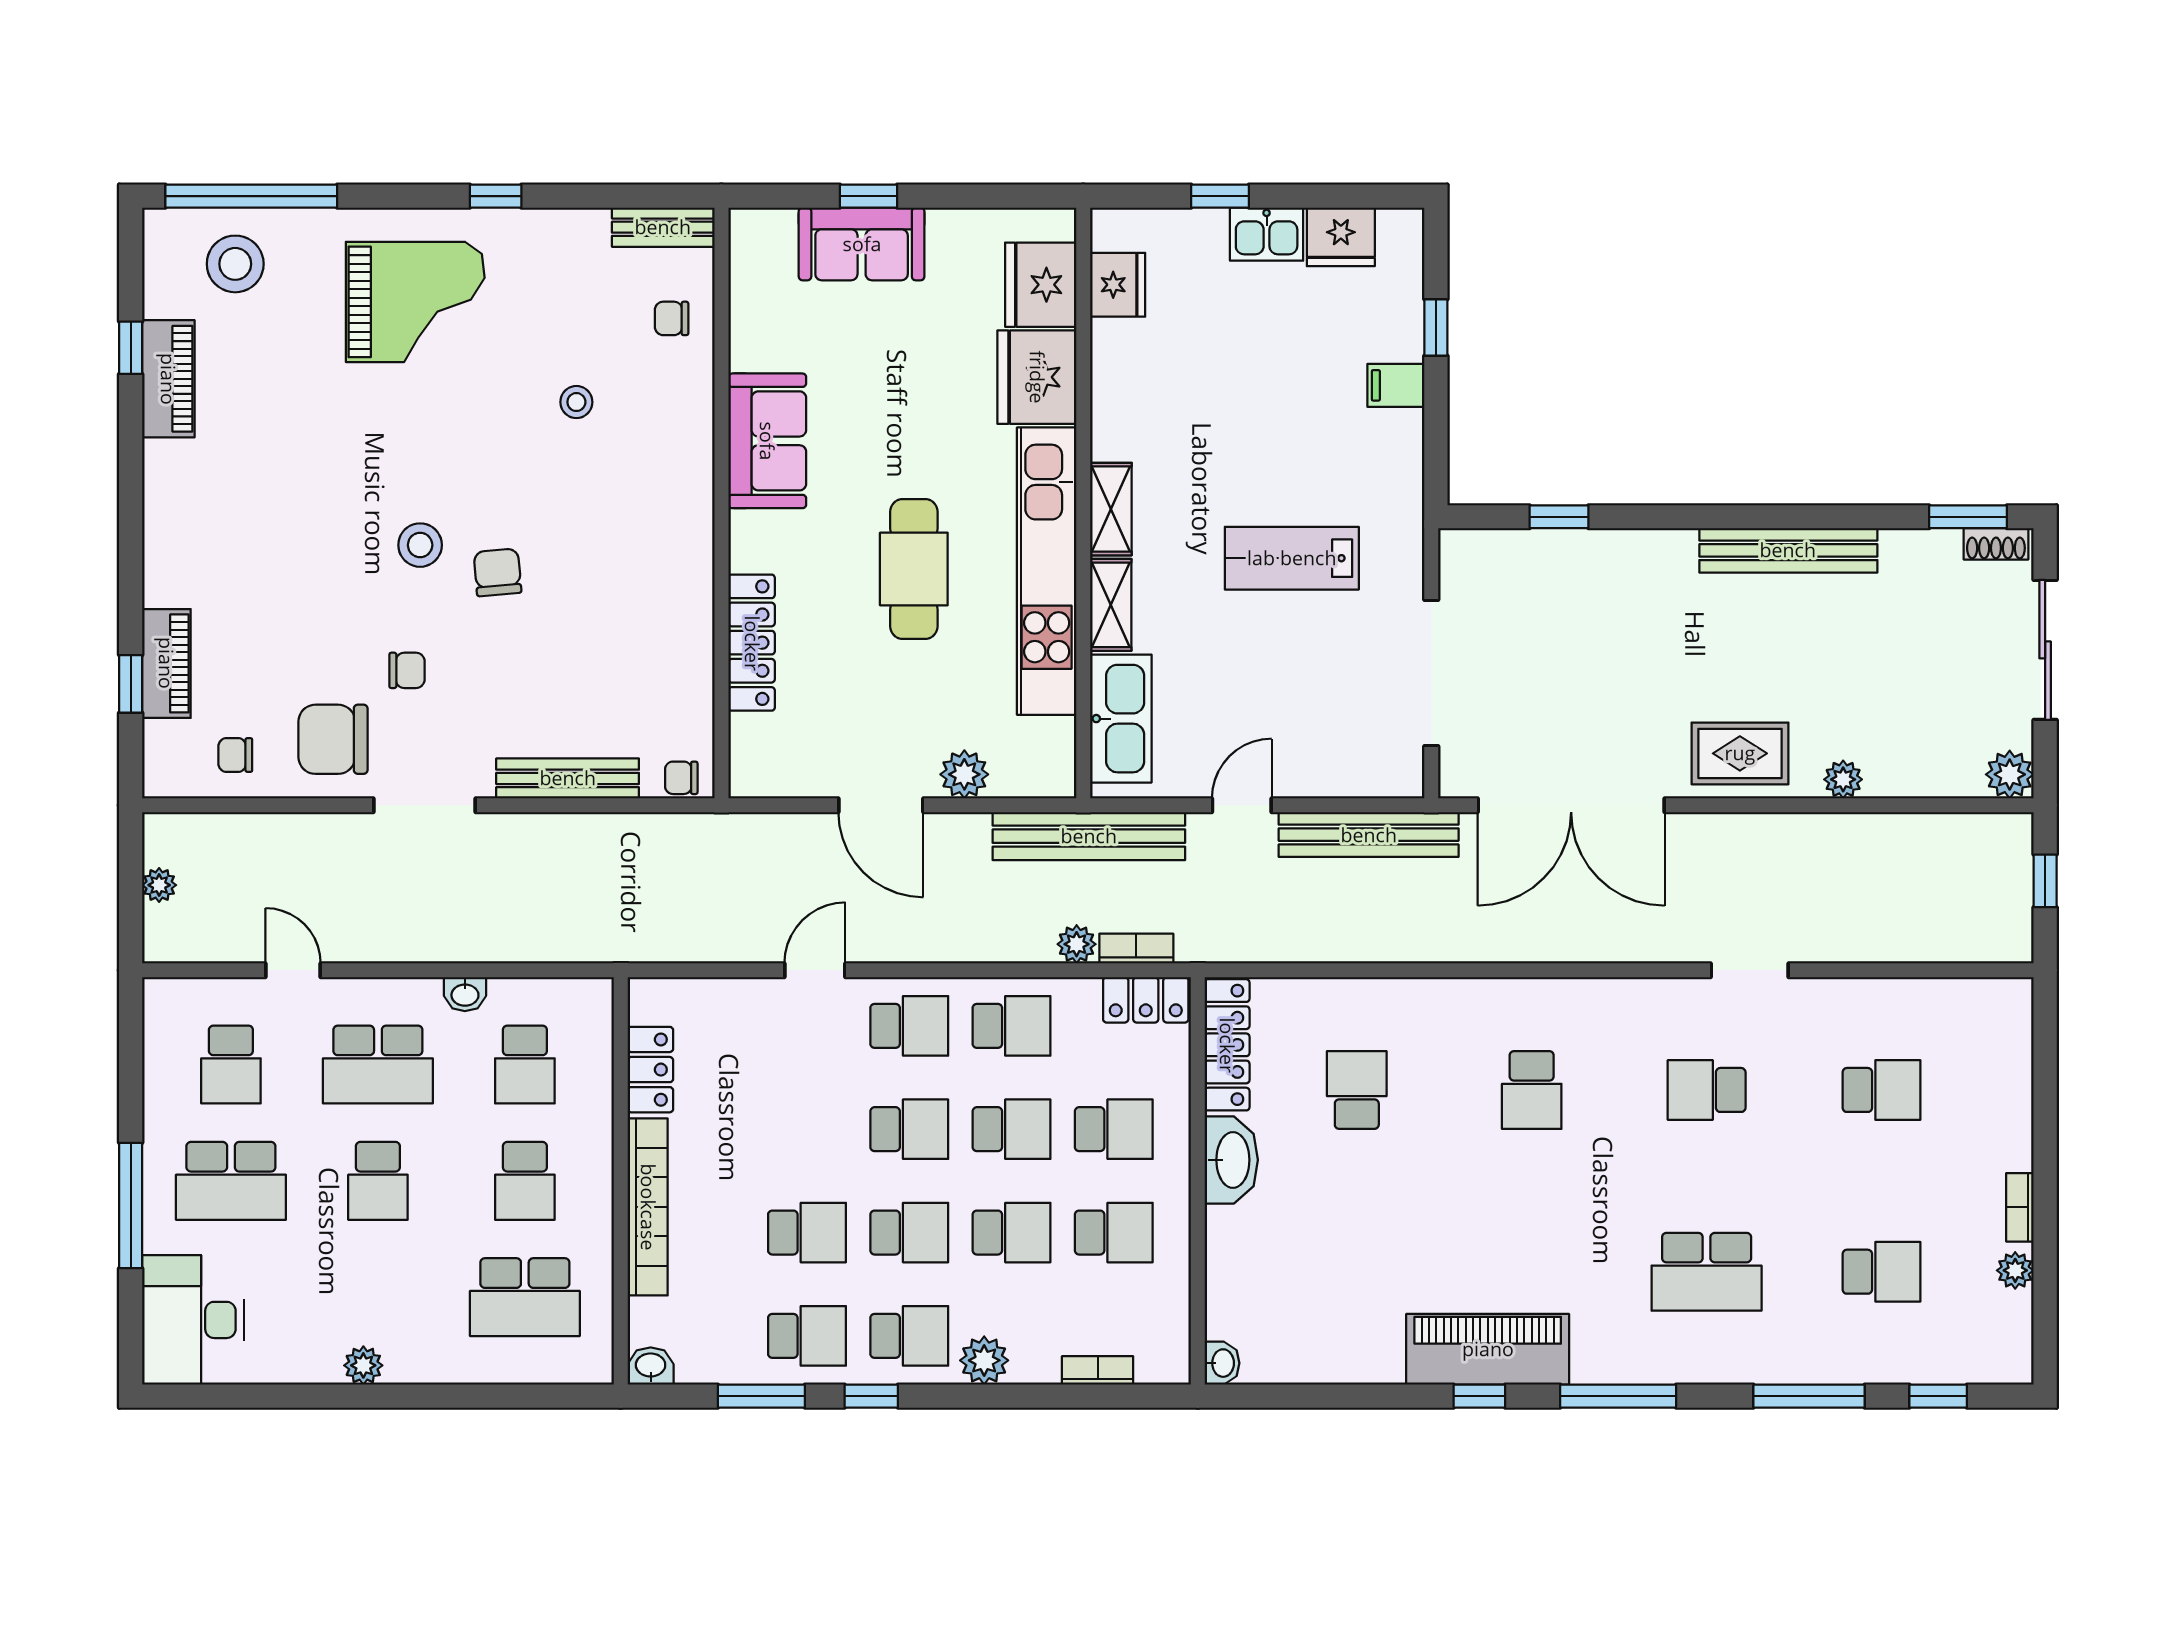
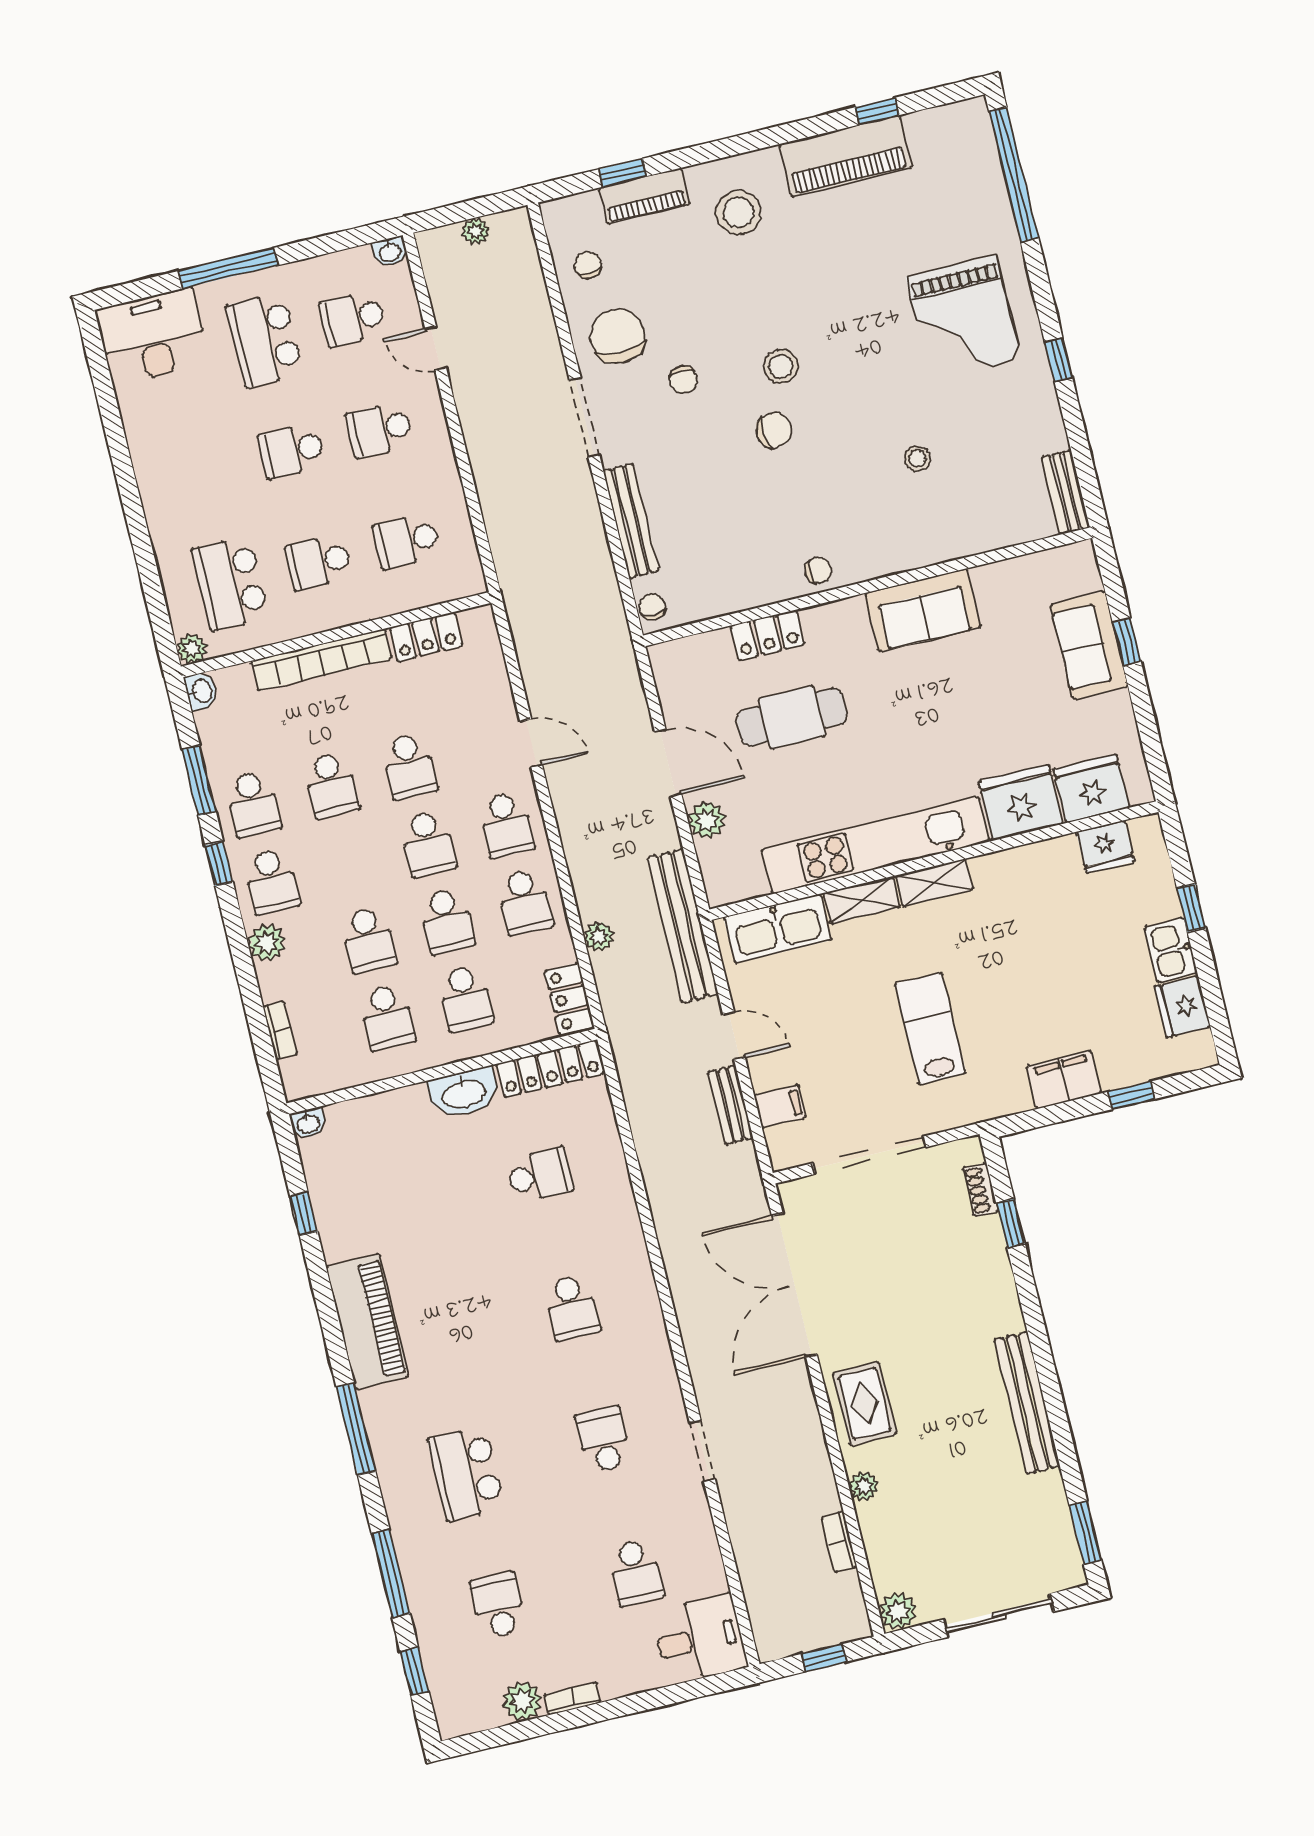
stool: (235, 264) -> (738, 213), moved
chair: (672, 318) -> (818, 570), moved, turned 90
piano: (168, 379) -> (846, 156), width x1.37, depth x1.33
filing cabinet: (1396, 385) -> (1064, 1080), width x2.00
shoe rack: (1996, 544) -> (981, 1190), moved
cafe table: (914, 569) -> (792, 717), moved
locker: (752, 643) -> (767, 635), width x0.66
filing cabinet: (1343, 769) -> (780, 1106), added
door: (881, 805) -> (668, 763), swing flipped
bench: (1369, 835) -> (731, 1105), width x0.54, depth x0.82
bookcase: (1136, 949) -> (839, 1542), moved, turned 180
door: (293, 970) -> (436, 348), swing flipped
washbasin: (465, 994) -> (390, 252), moved, turned -90
desk: (1984, 1030) -> (700, 1639), added
school desk: (378, 1065) -> (380, 430), width x0.54
school desk: (1532, 1090) -> (572, 1308), turned -90
school desk: (909, 1233) -> (409, 766), moved
plant: (2015, 1270) -> (522, 1701), width x1.38, depth x1.38
school desk: (1881, 1272) -> (498, 1606), turned 180
plant: (363, 1365) -> (192, 649), moved
window: (1479, 1396) -> (304, 1214), moved

